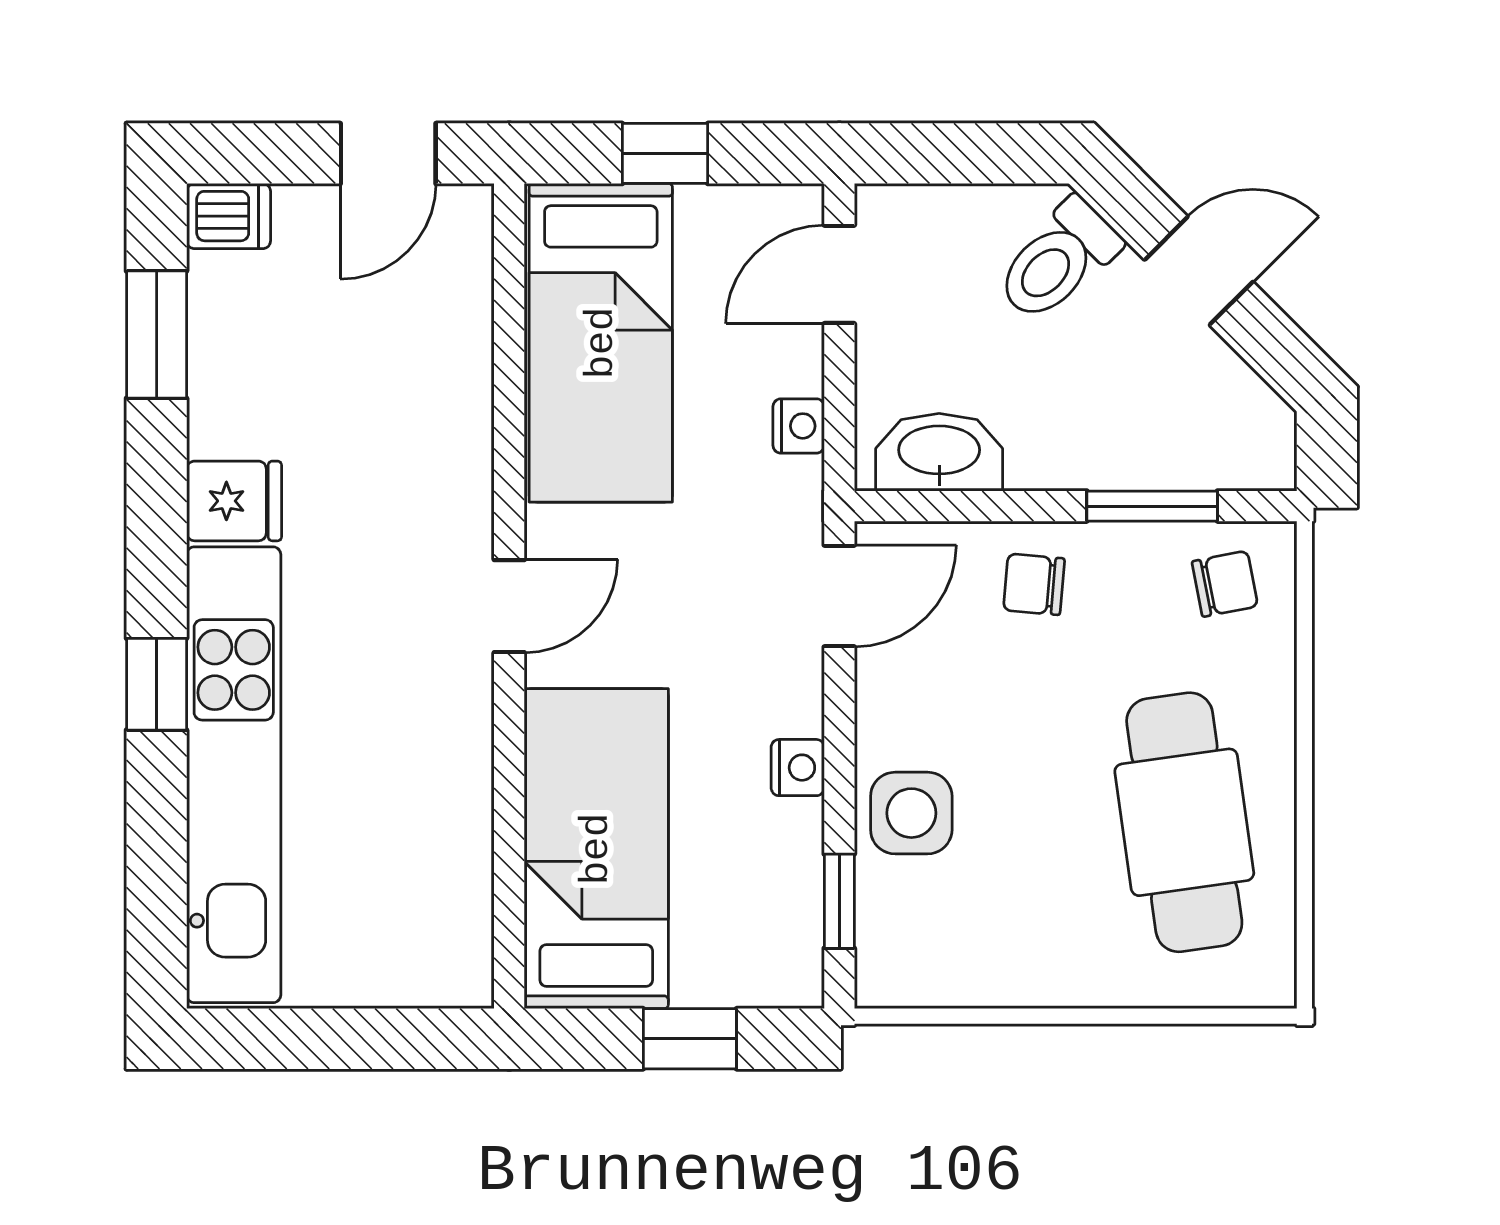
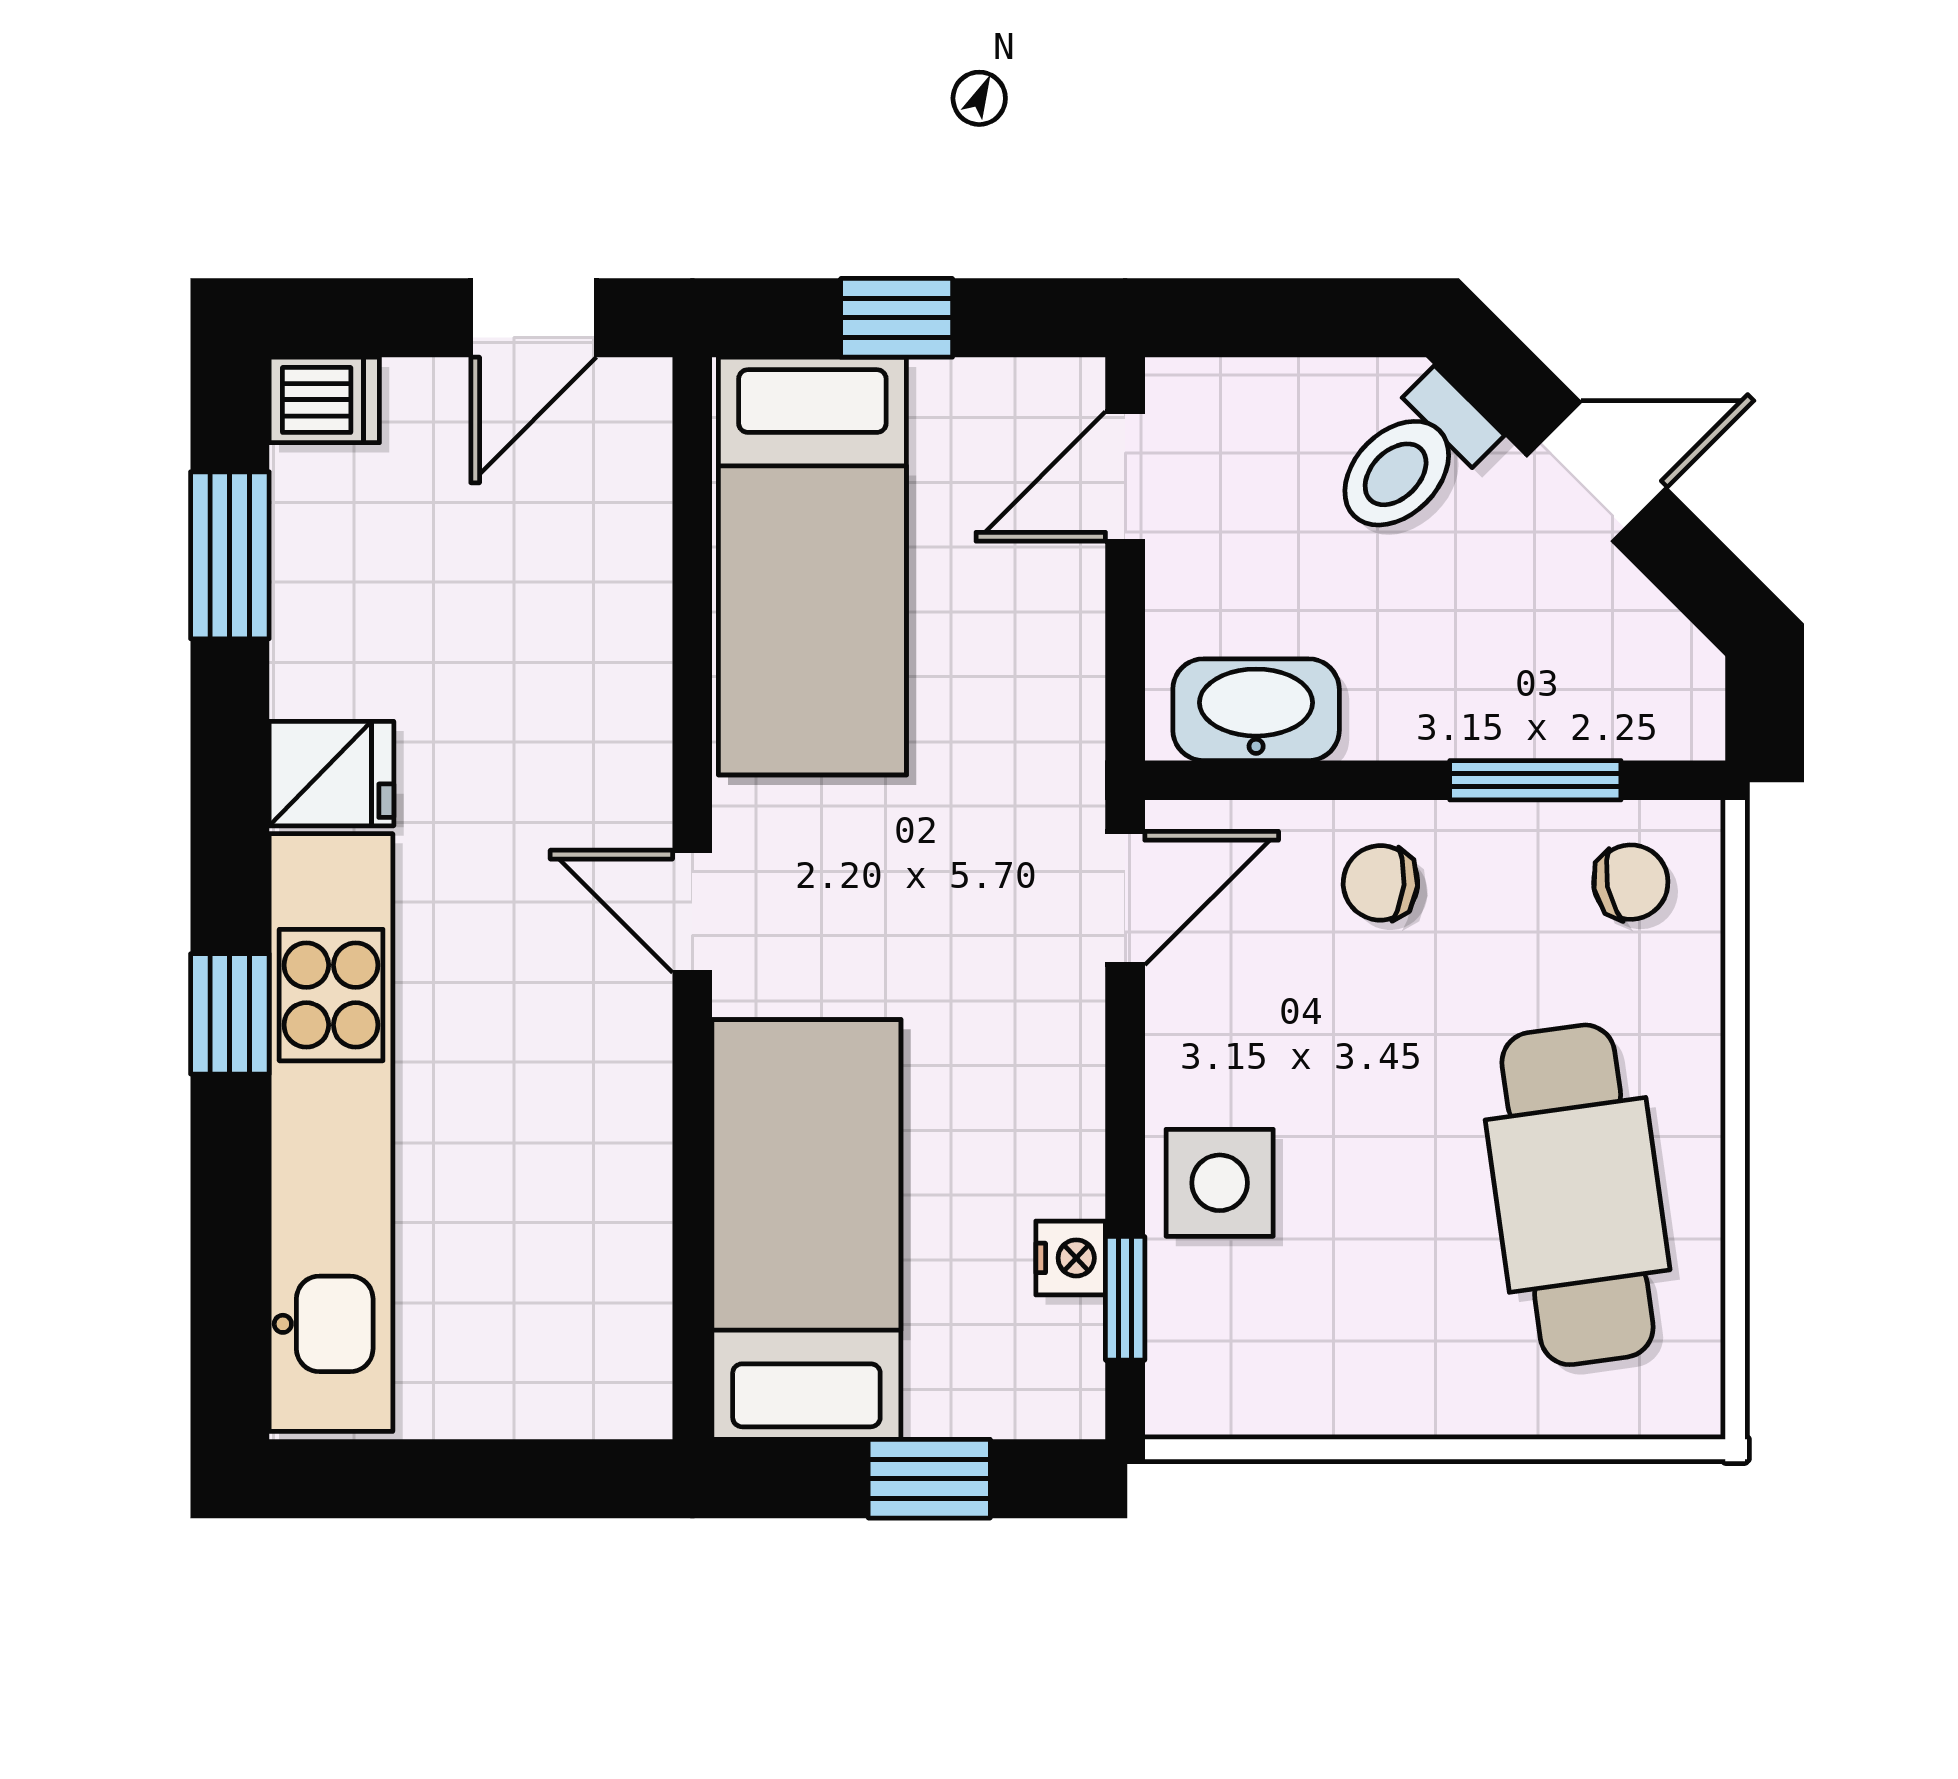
nightstand: (799, 426) -> (1072, 675), removed
door: (509, 606) -> (692, 911), swing flipped
nightstand: (798, 768) -> (1071, 1258), moved

